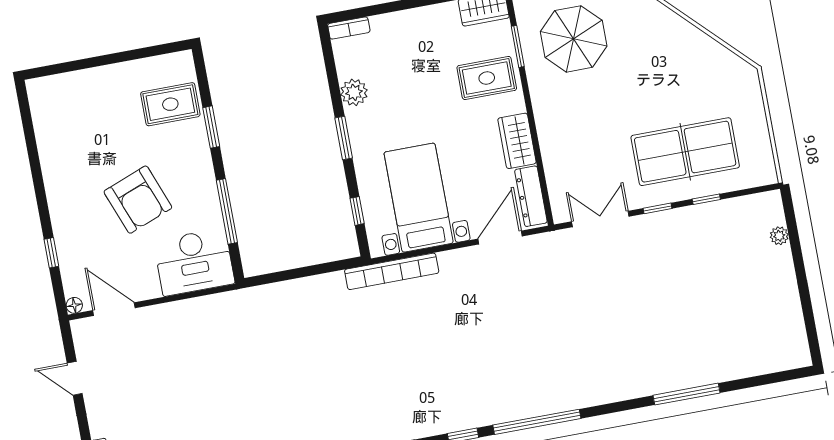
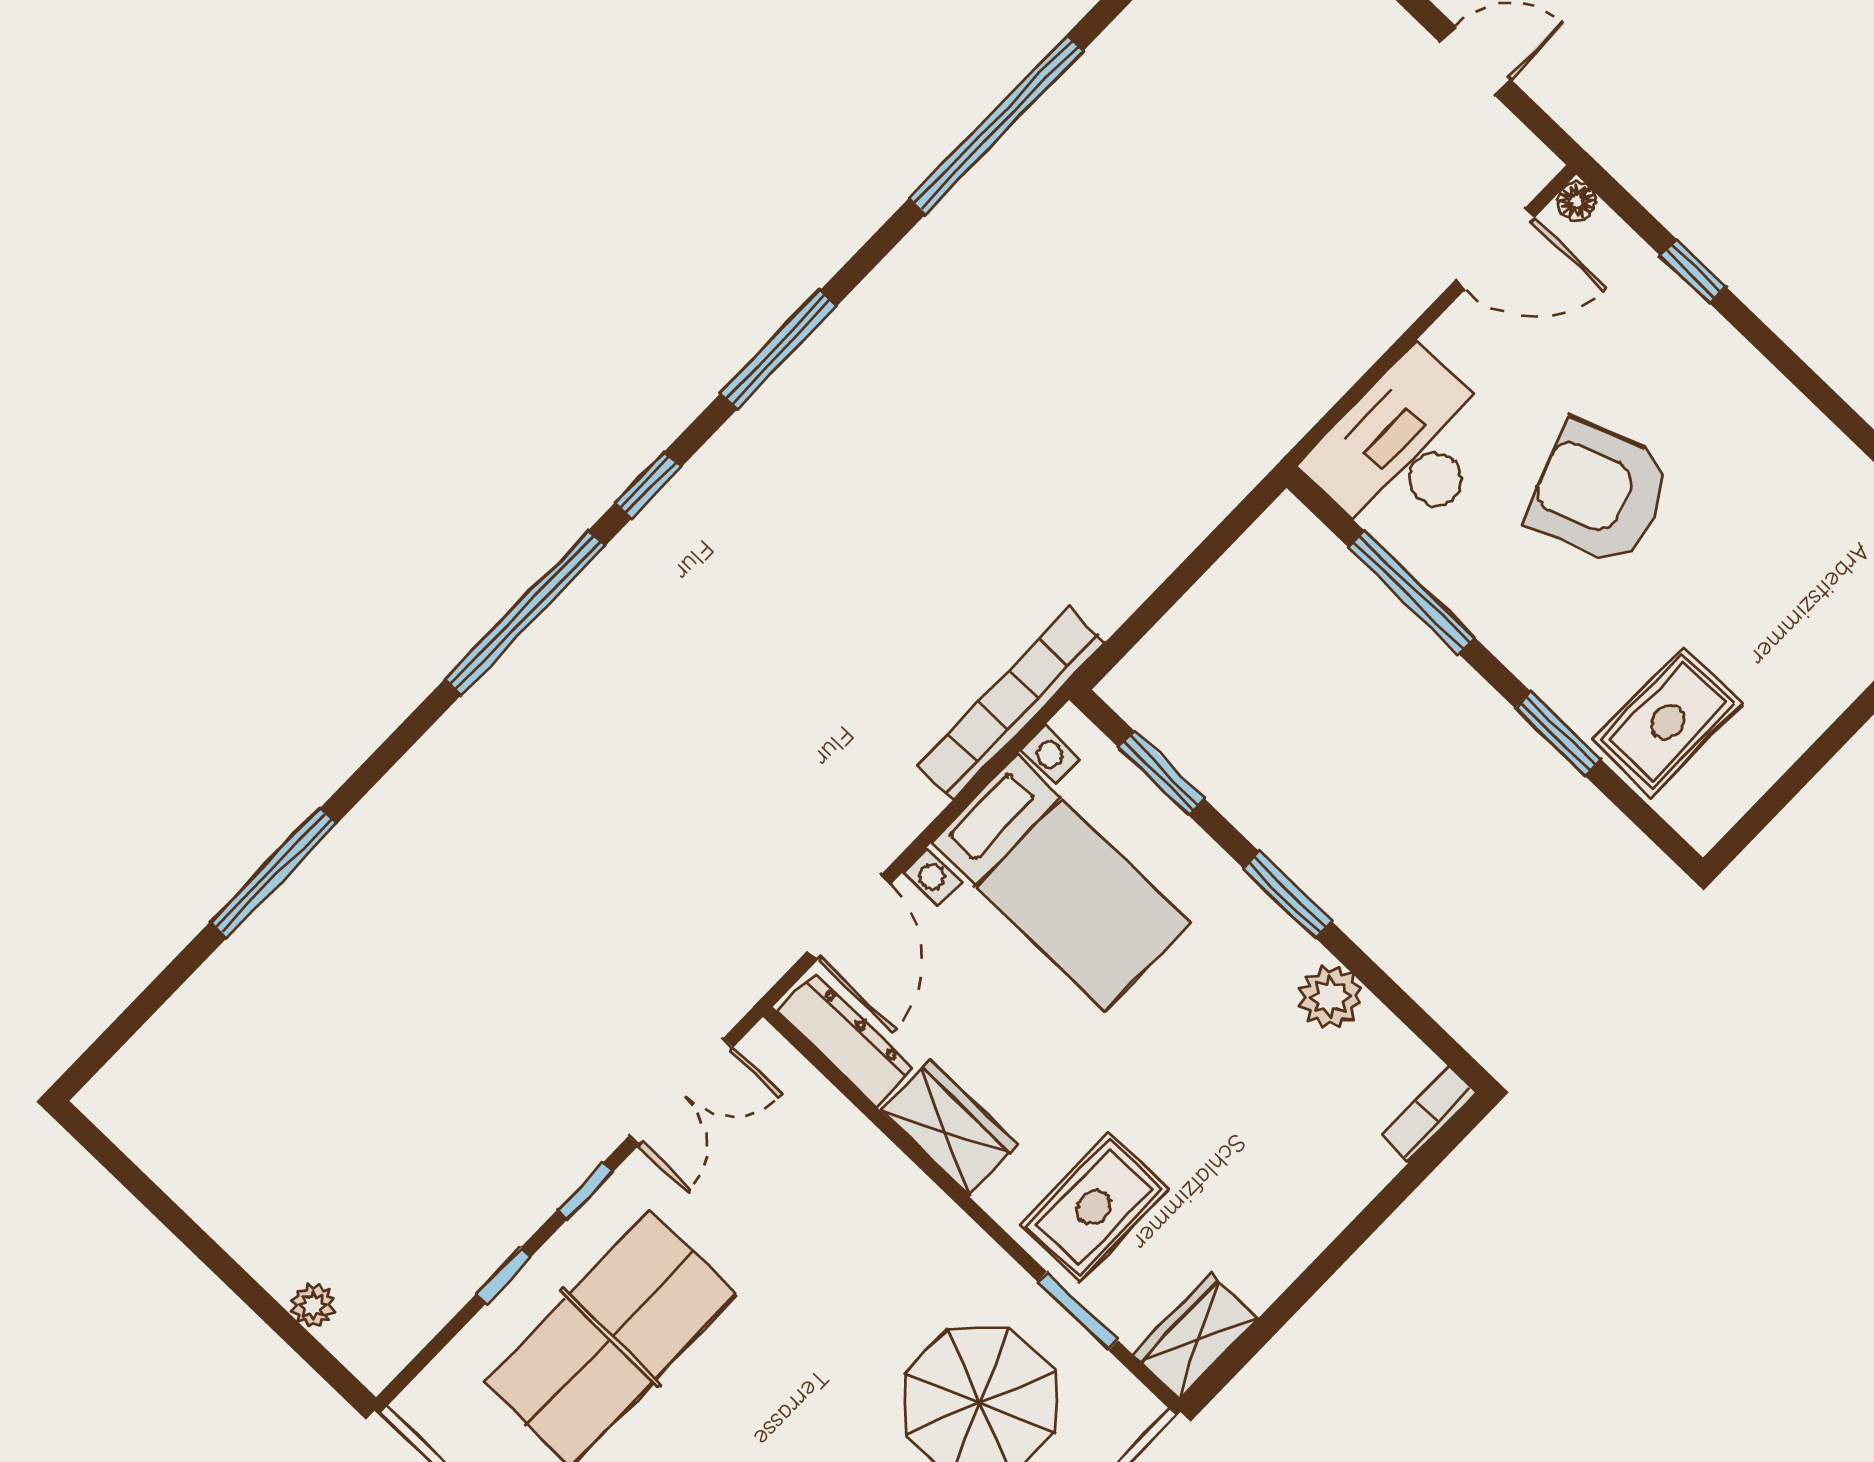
window: (357, 211) -> (1161, 773), width x1.50

